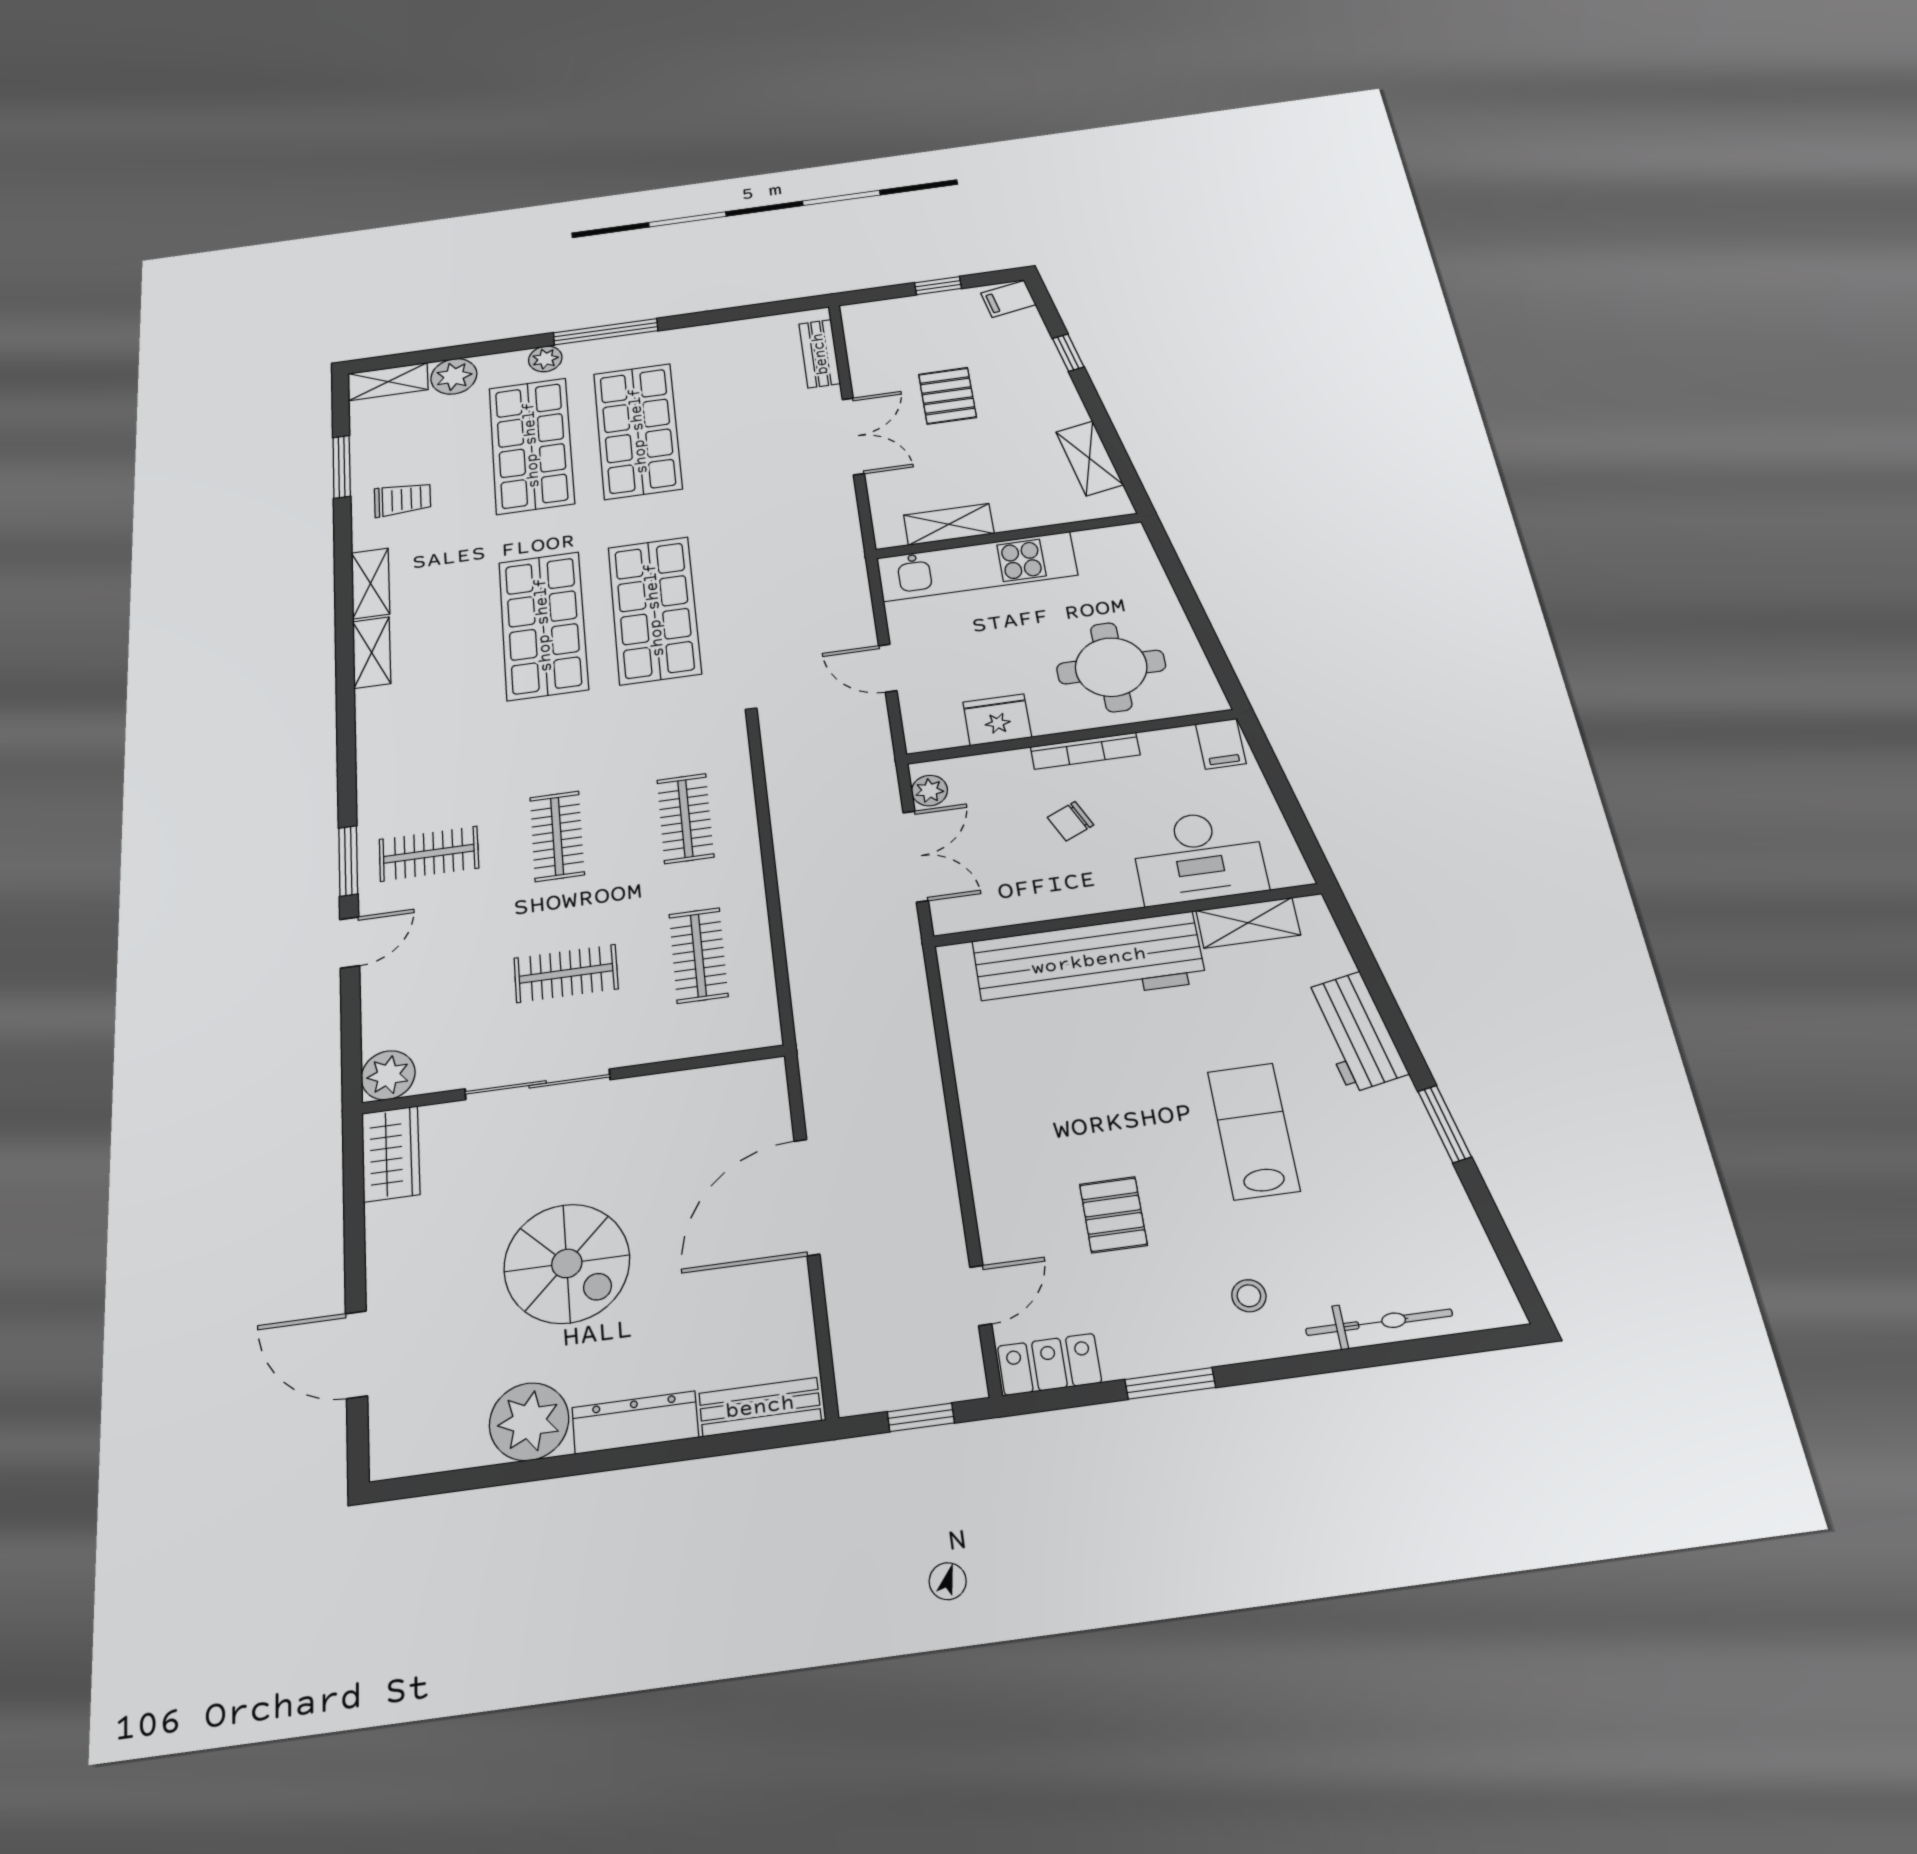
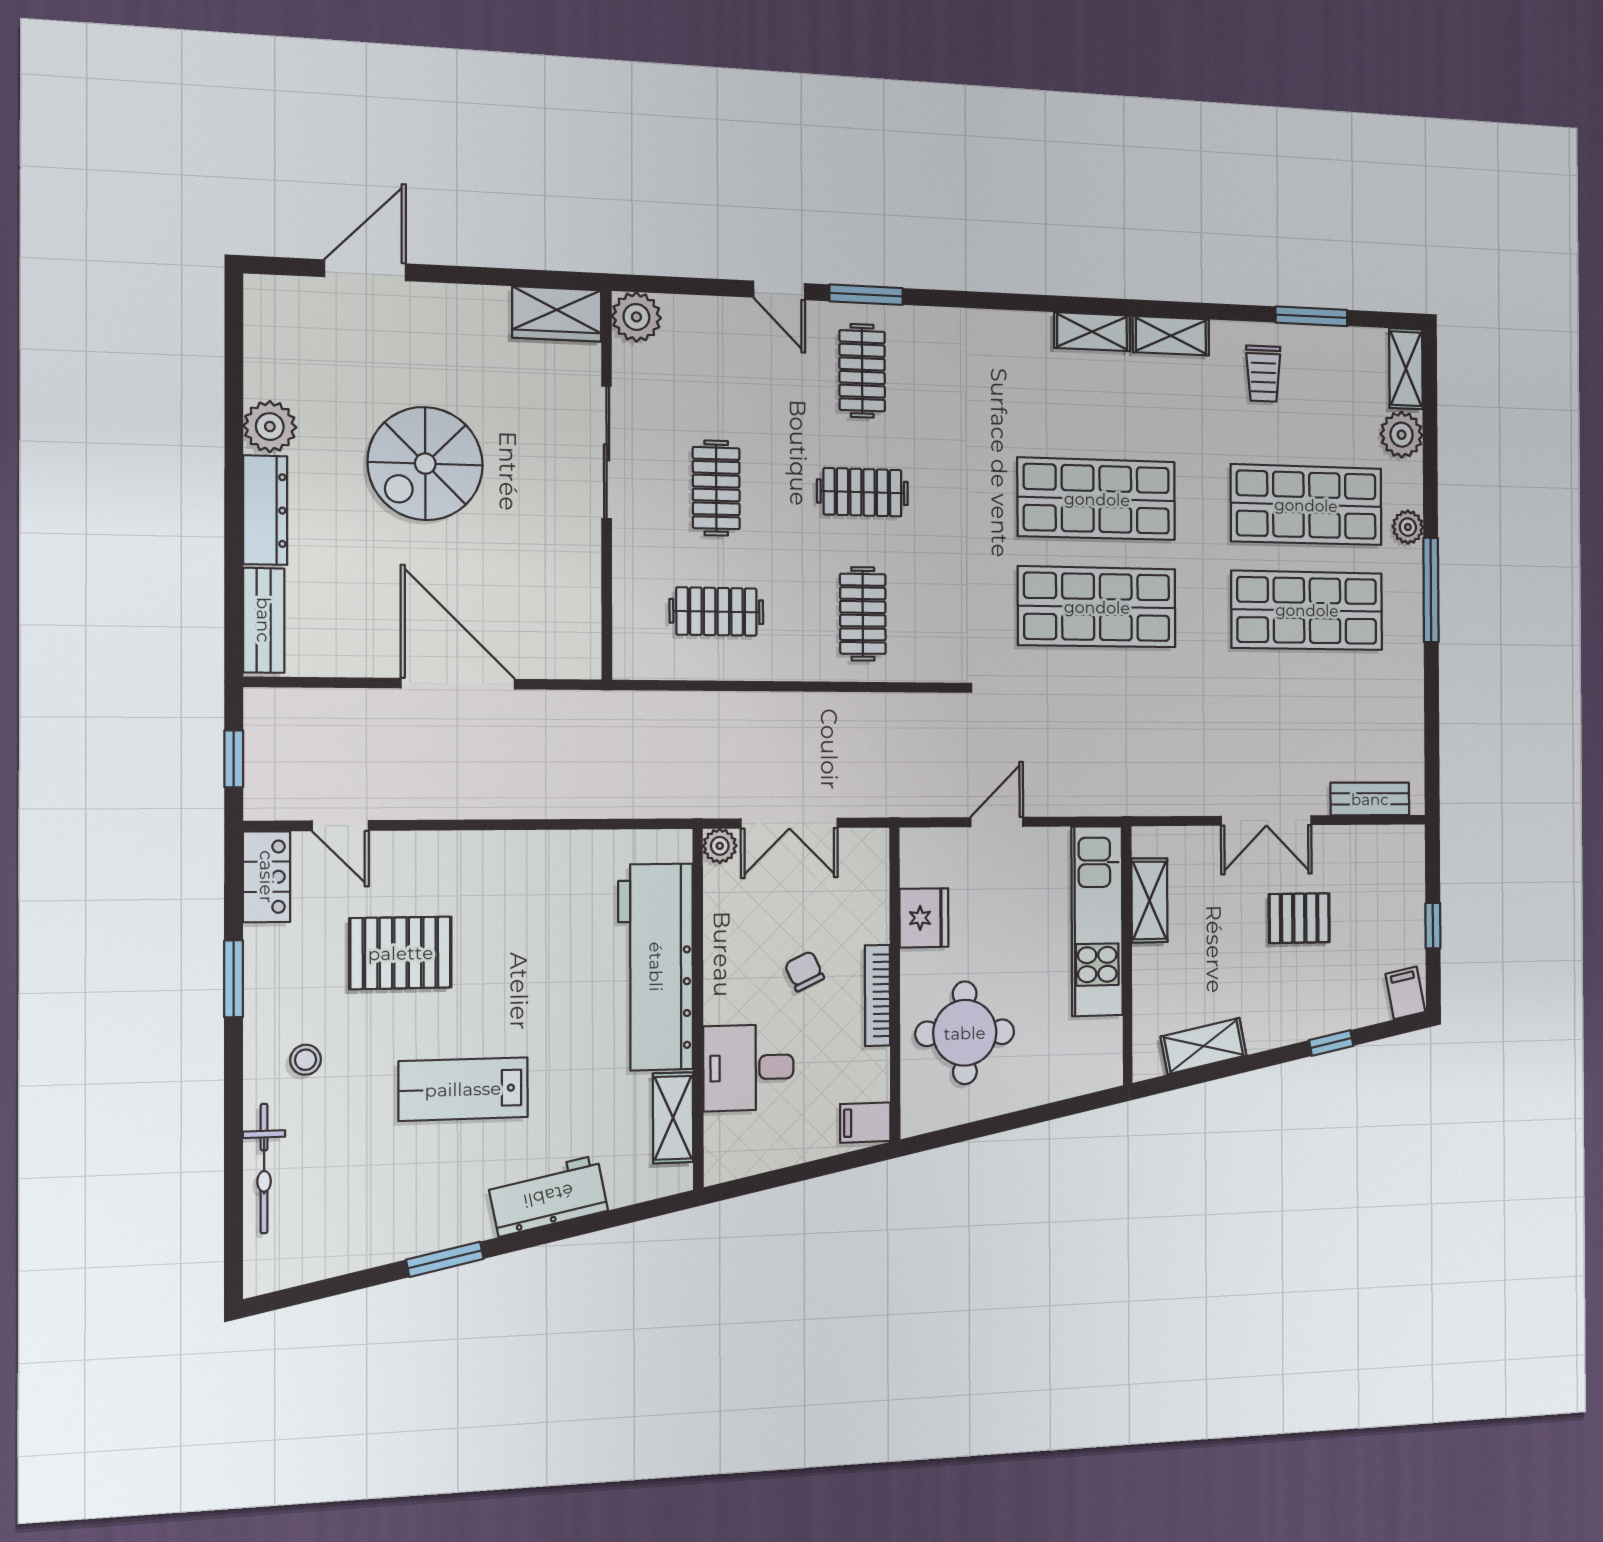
plant: (929, 791) -> (720, 846), moved
clothes rail: (685, 818) -> (863, 614), turned 90
desk: (1199, 857) -> (748, 1068), width x0.73
lab bench: (1253, 1131) -> (463, 1089), turned 180
pallet: (1113, 1215) -> (401, 953), width x1.50, depth x1.42
plant: (529, 1422) -> (270, 427), width x0.73, depth x0.73

